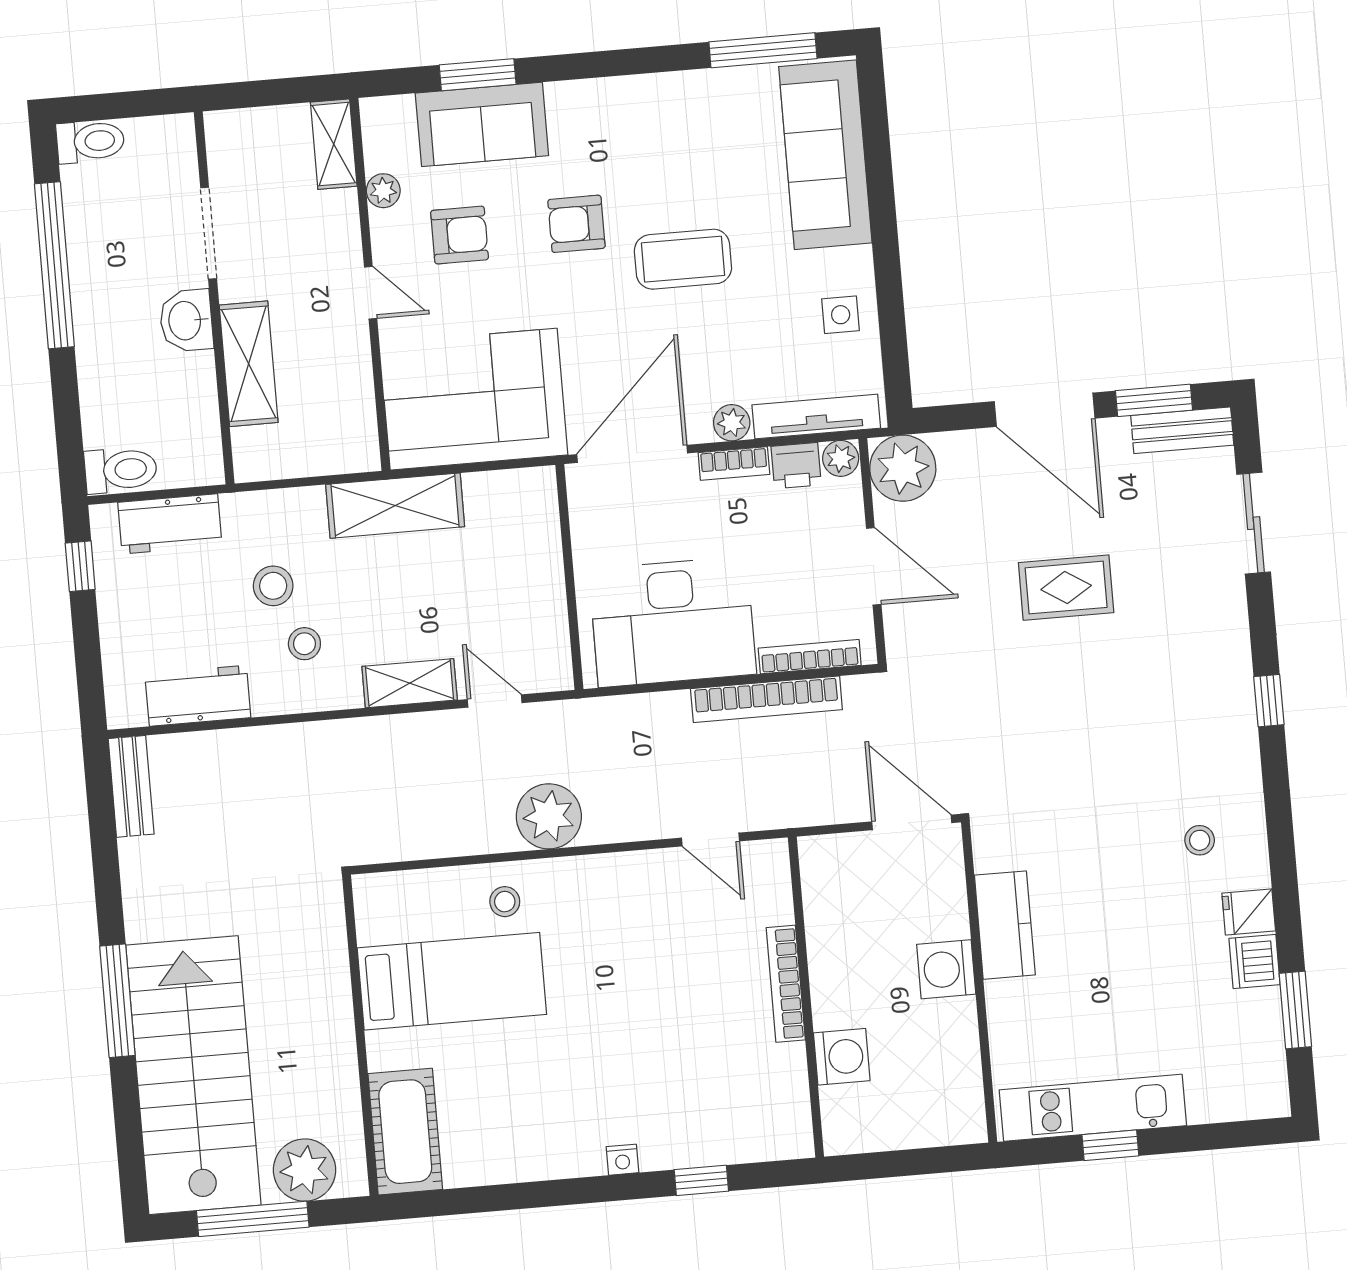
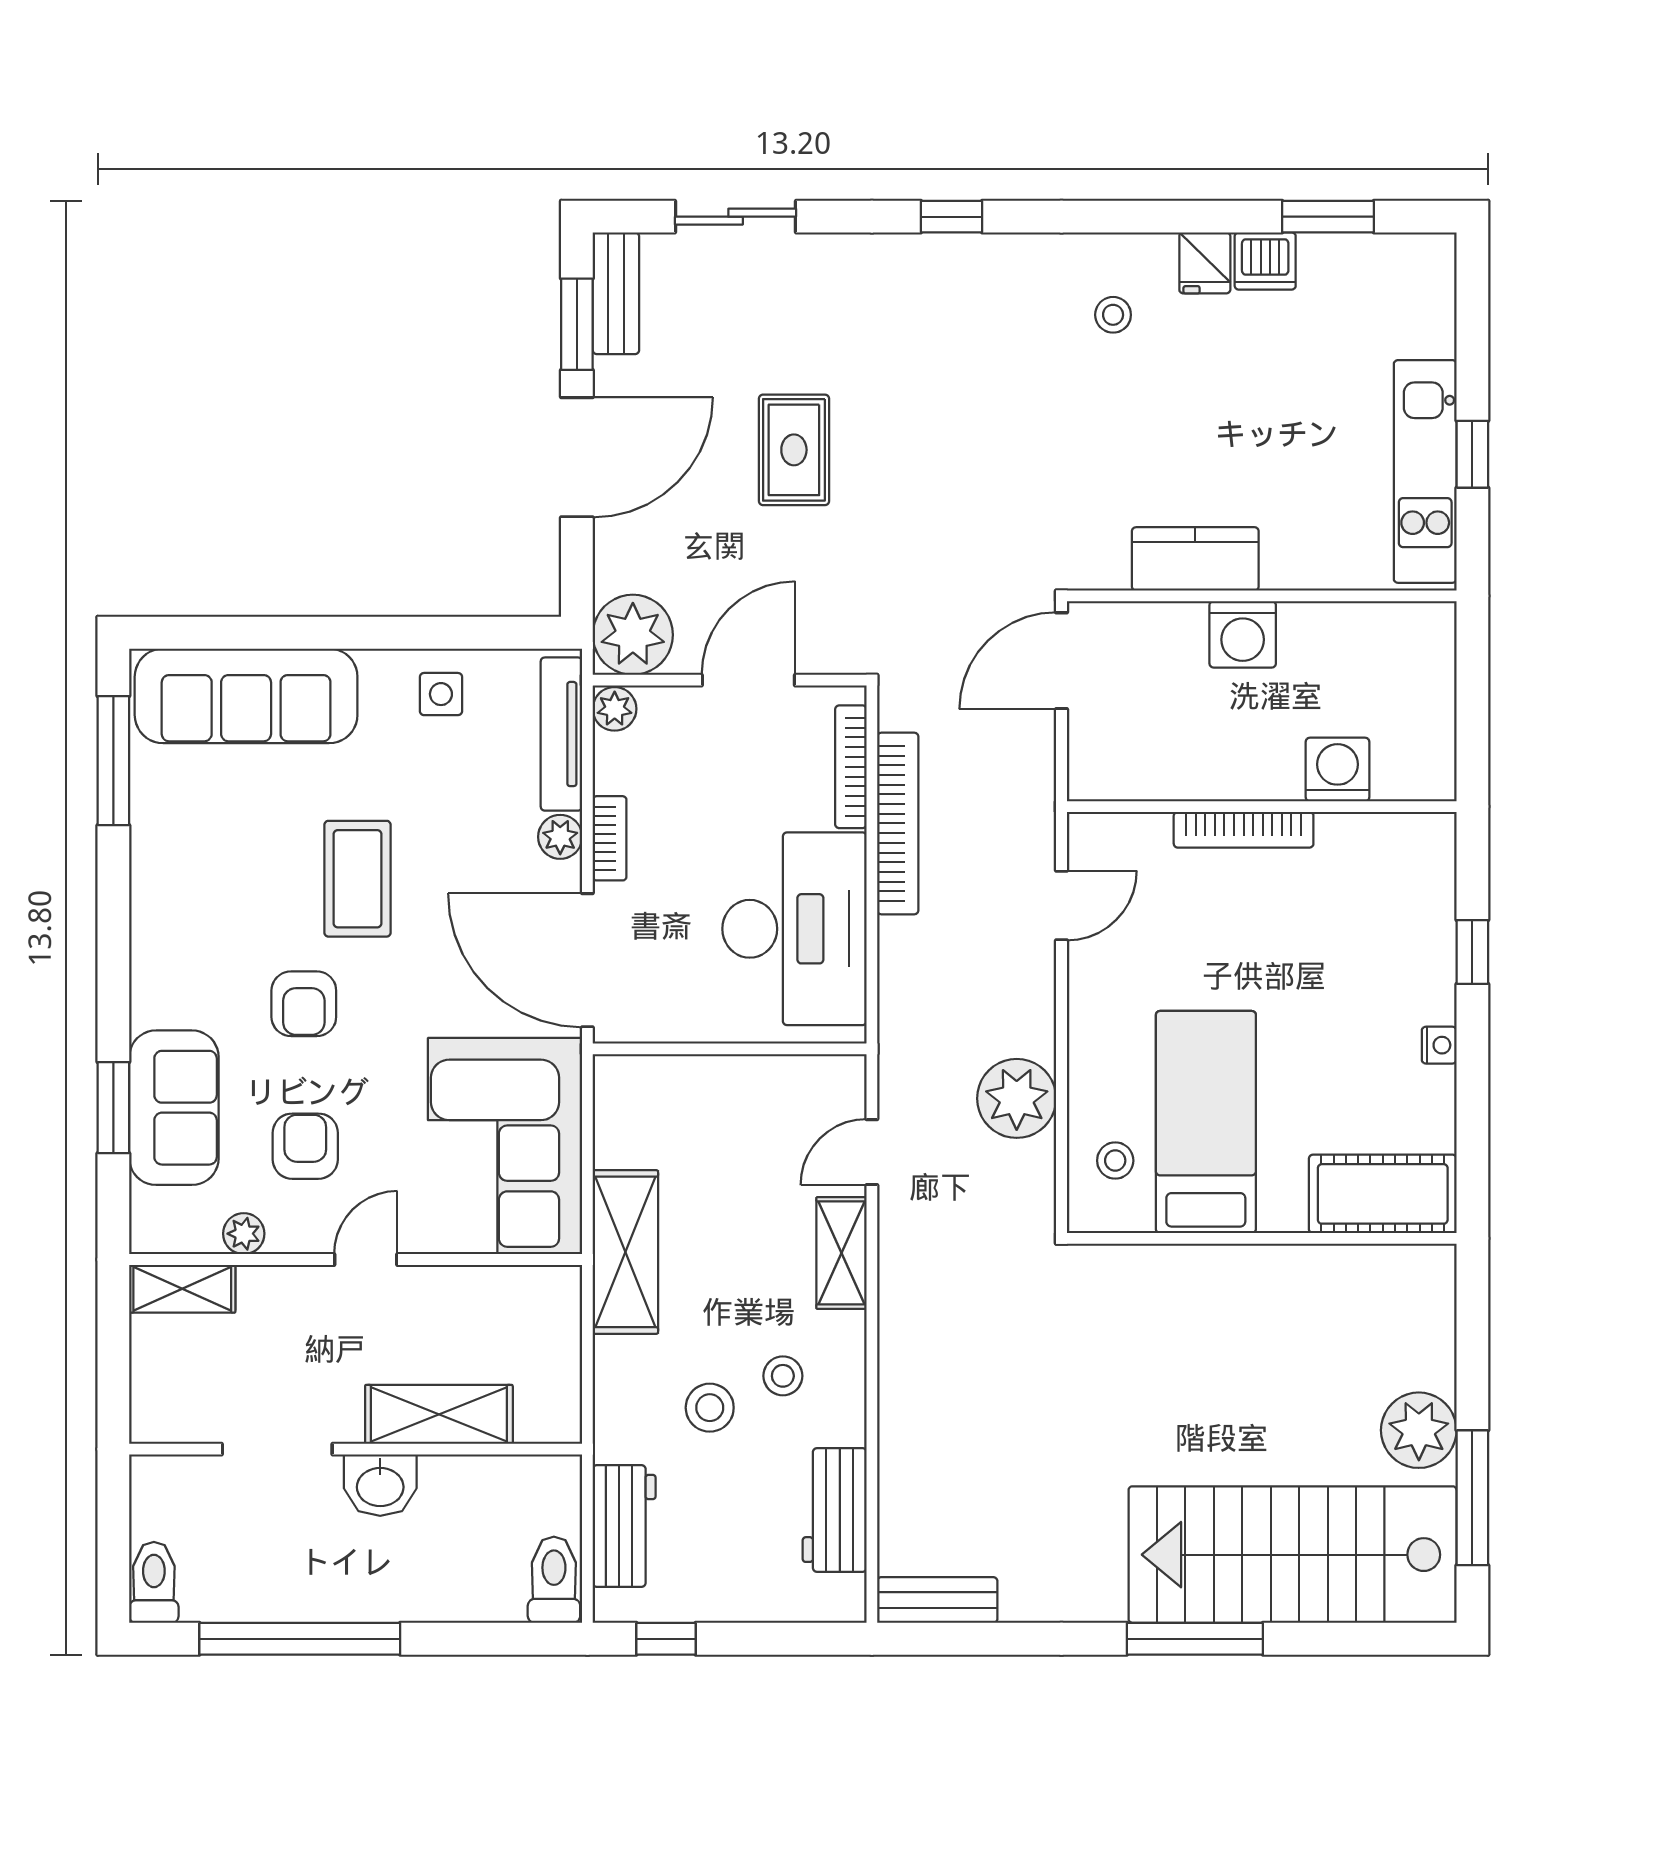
printer: (796, 466) -> (619, 763), removed
bed: (452, 981) -> (1206, 1122), moved
wall: (360, 1035) -> (1262, 1238), moved
cot: (405, 1132) -> (1383, 1194), moved

